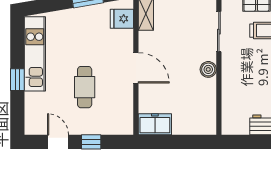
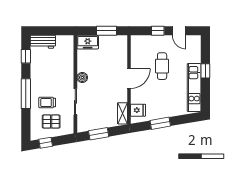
door: (136, 68) -> (129, 78), swing flipped
freezer: (155, 124) -> (88, 42), moved
window: (171, 142) -> (106, 31), added

